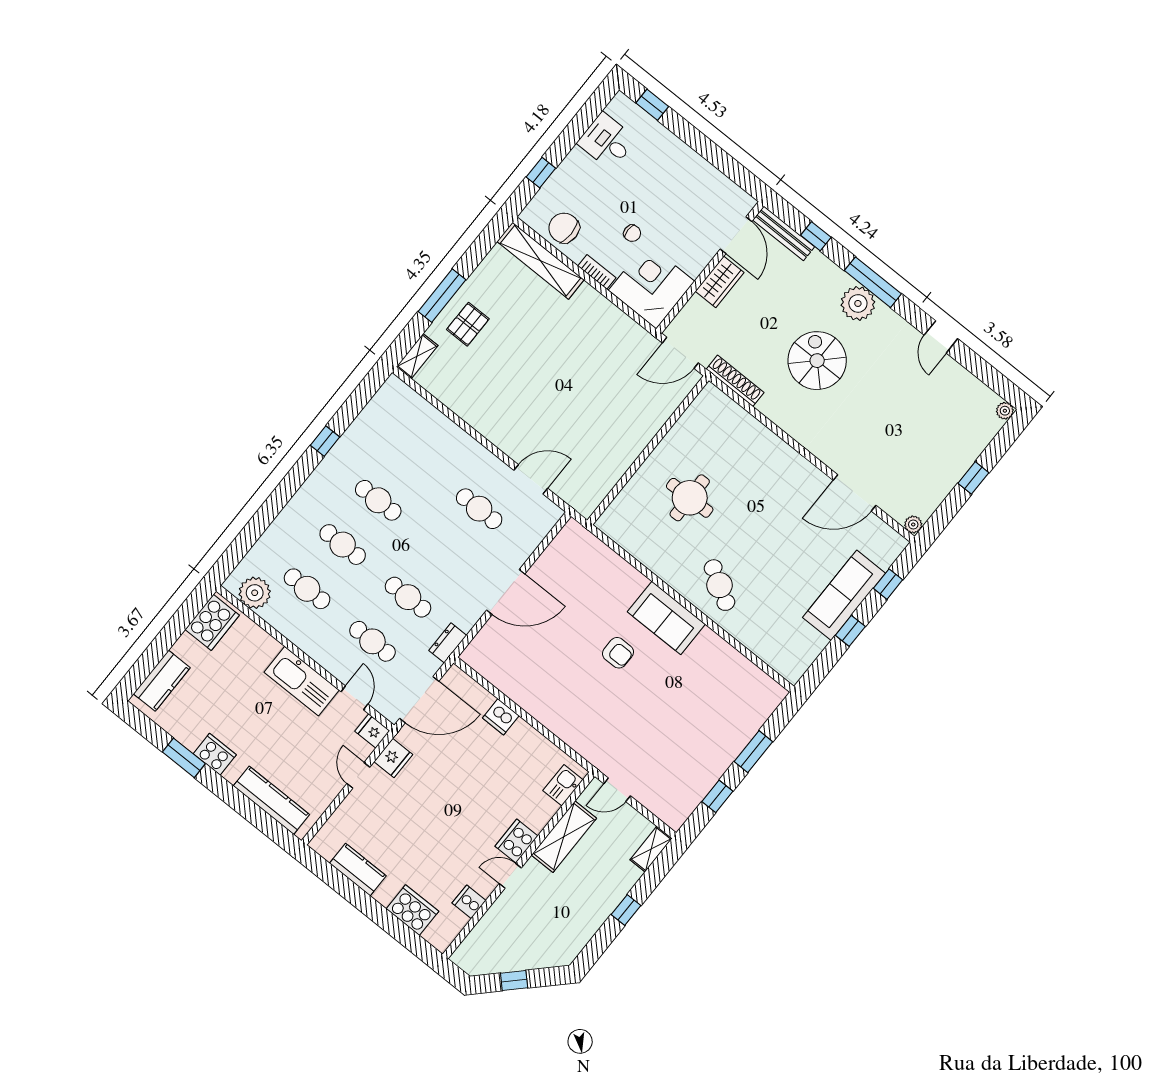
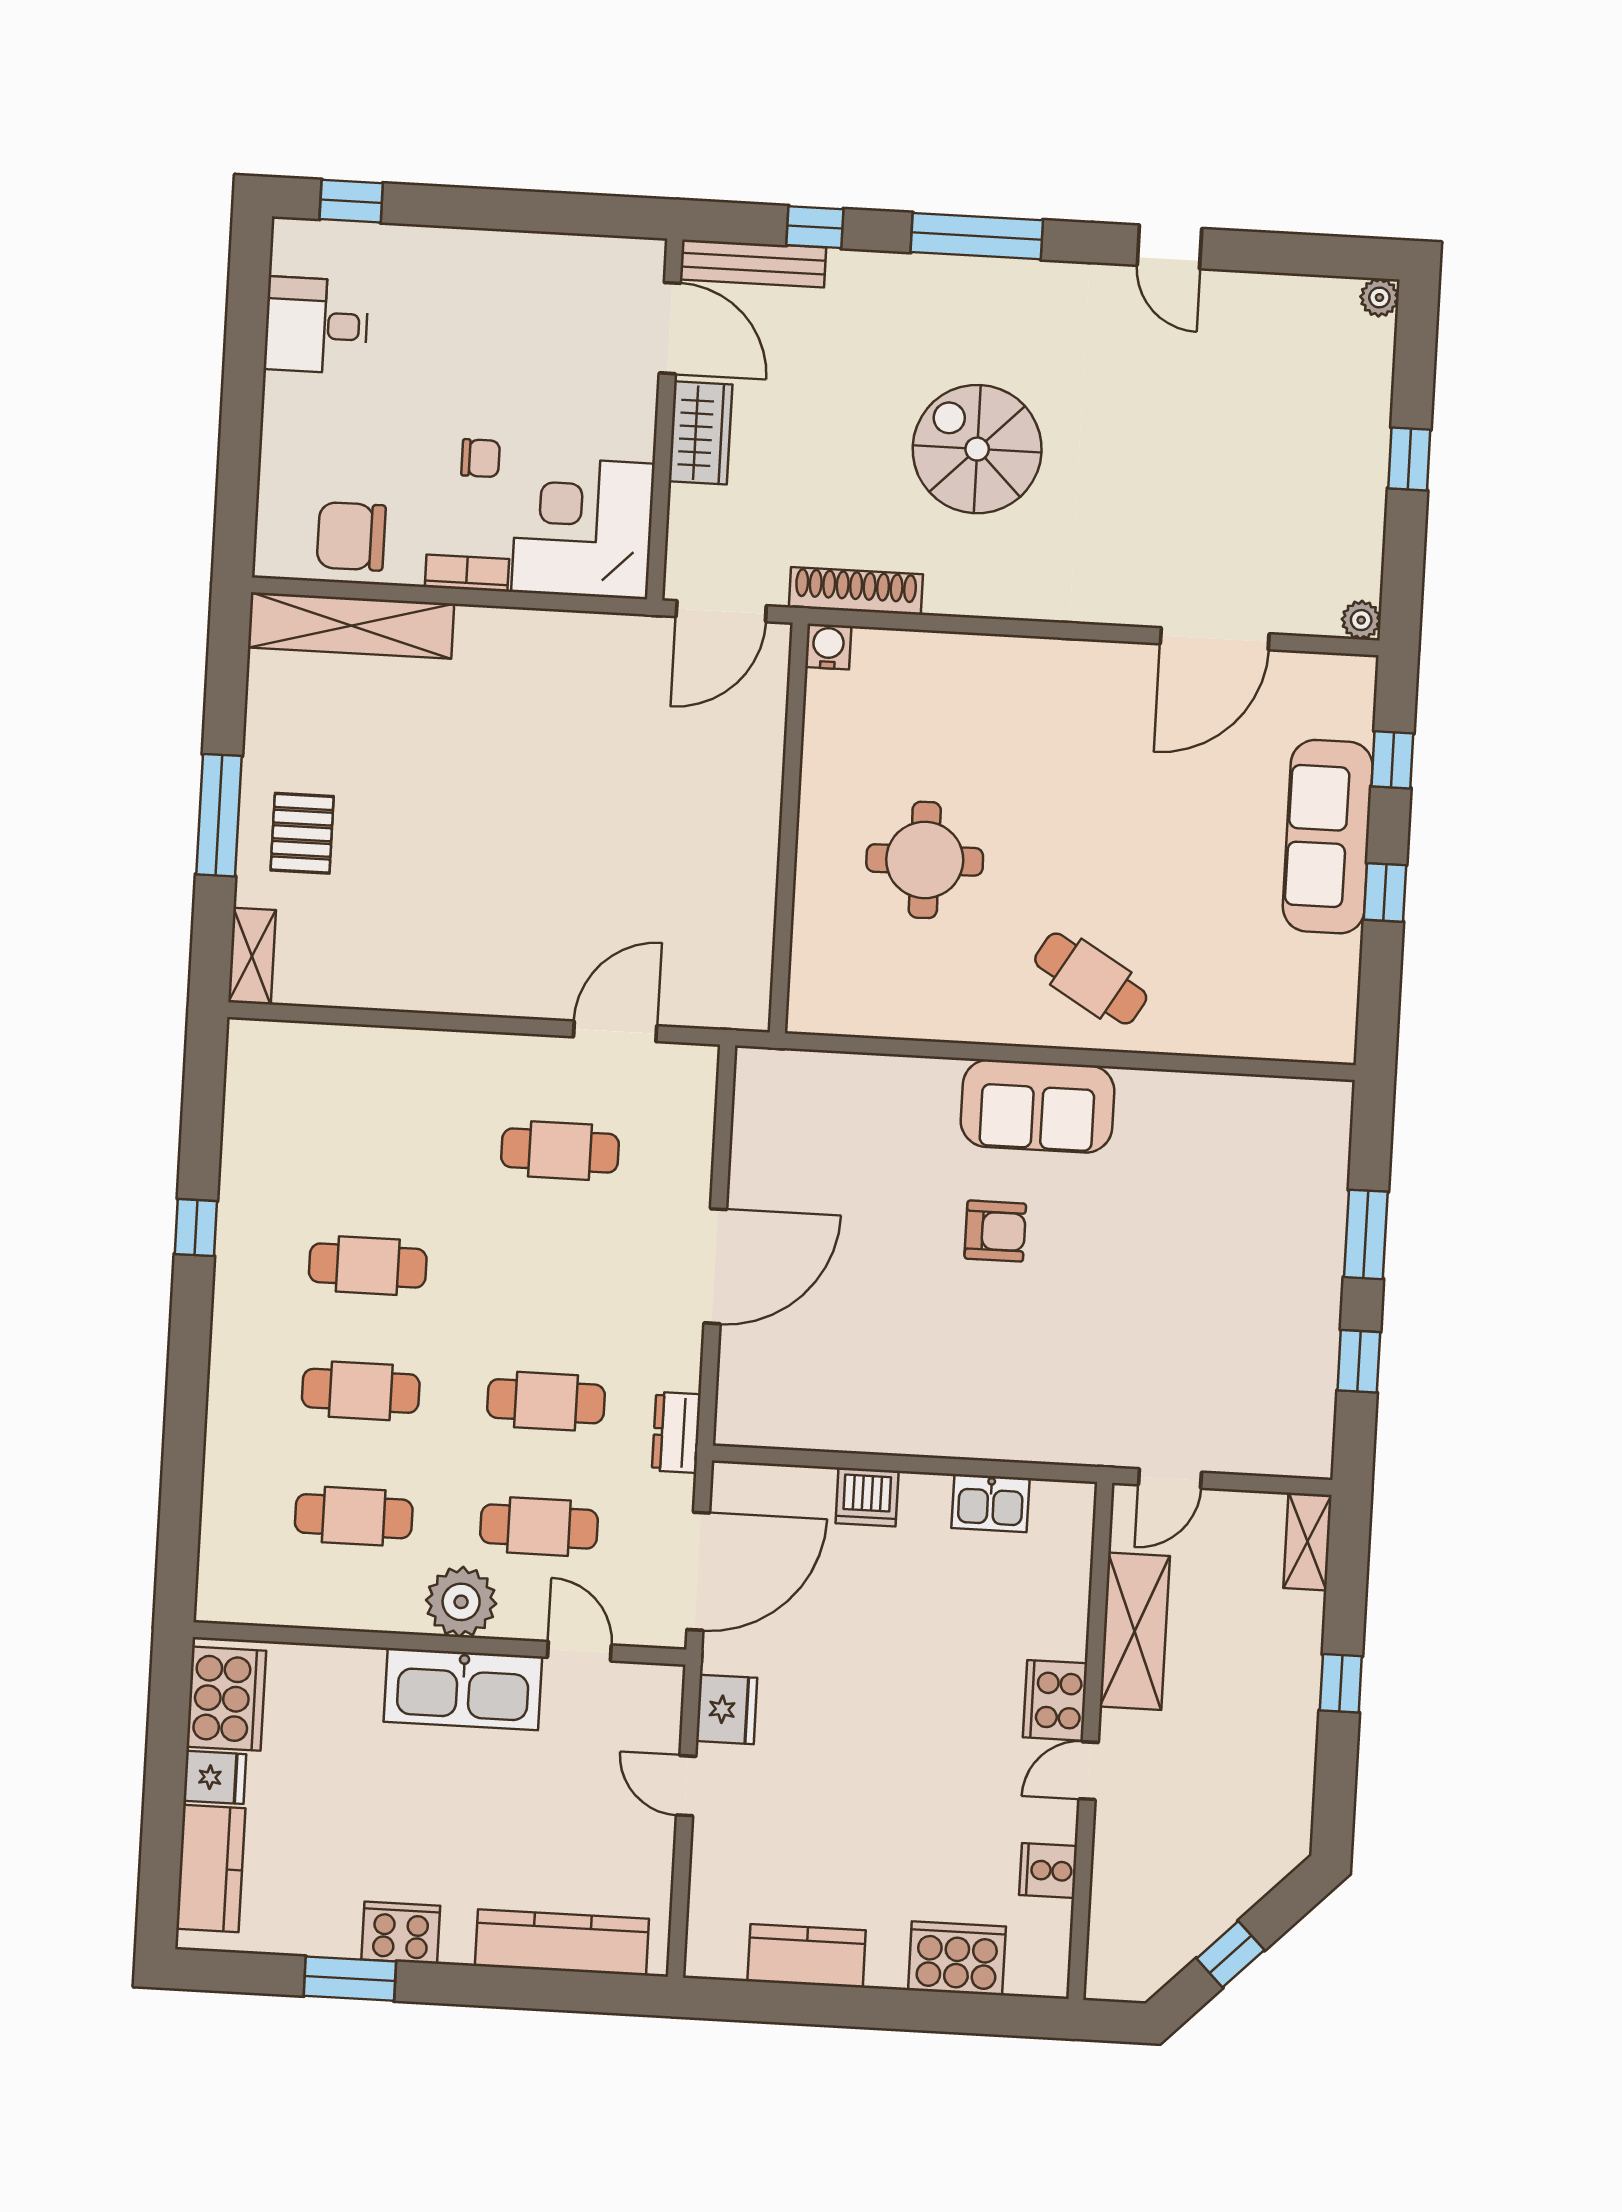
window: (541, 173) -> (238, 467), removed
plant: (858, 303) -> (977, 294), removed
water cooler: (710, 394) -> (828, 647), added
plant: (255, 593) -> (461, 1602), moved
fridge: (372, 731) -> (215, 1777), moved, turned 180
kitchen sink: (563, 785) -> (990, 1503), moved, turned -90

